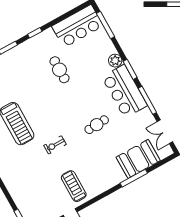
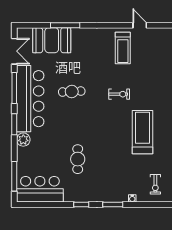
bar counter: (125, 91) -> (30, 99), width x1.36

